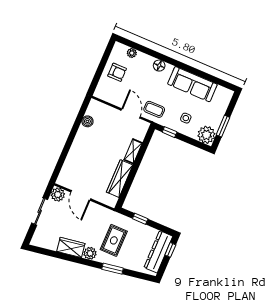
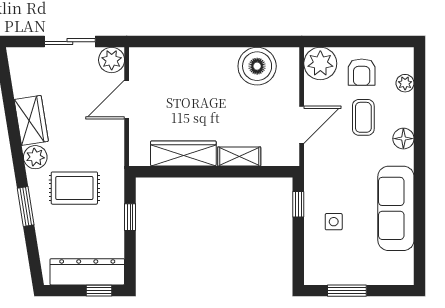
coffee table: (154, 109) -> (363, 117), moved
boiler: (87, 121) -> (257, 66), width x1.86, depth x1.86
plant: (206, 135) -> (320, 63), moved

